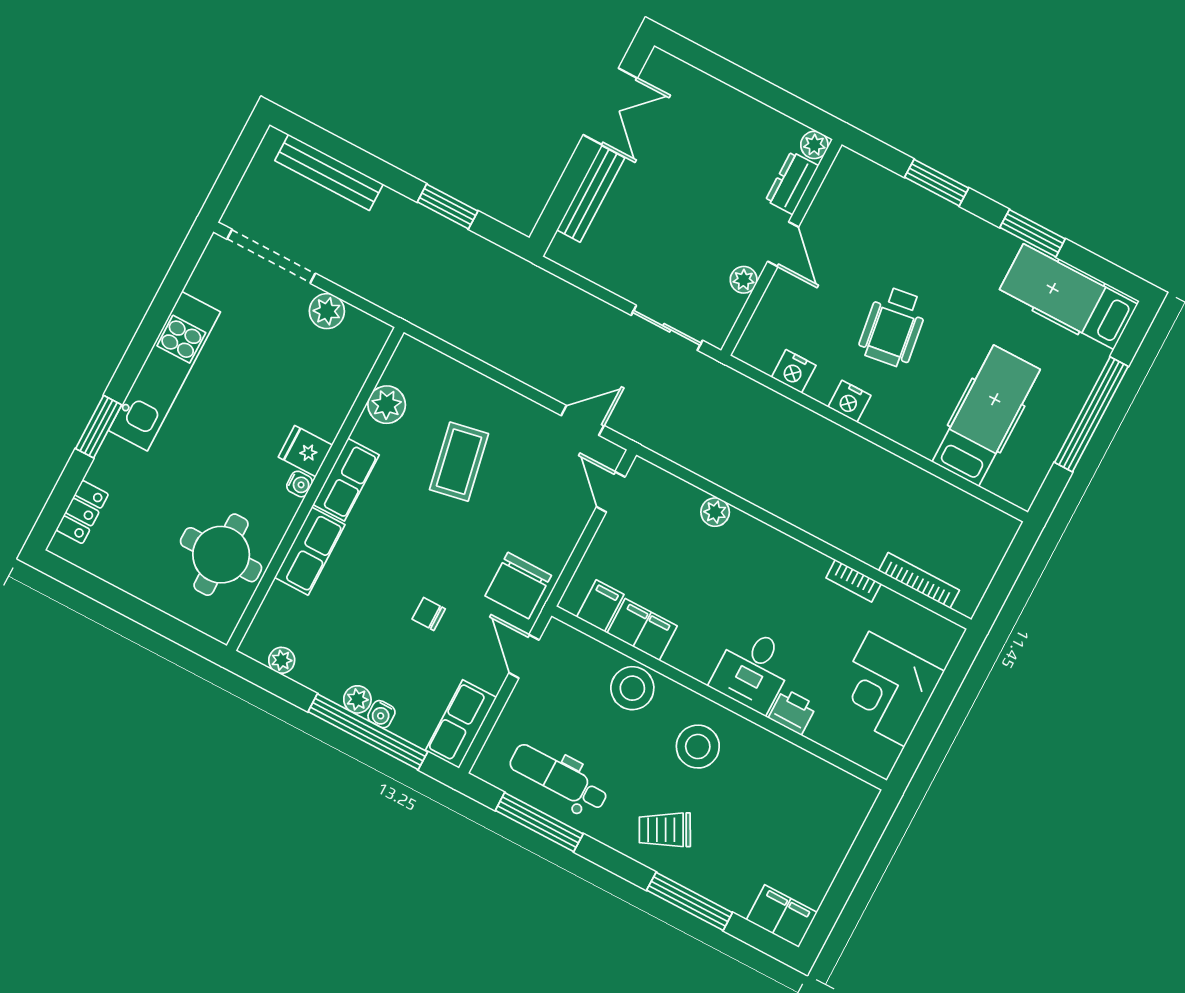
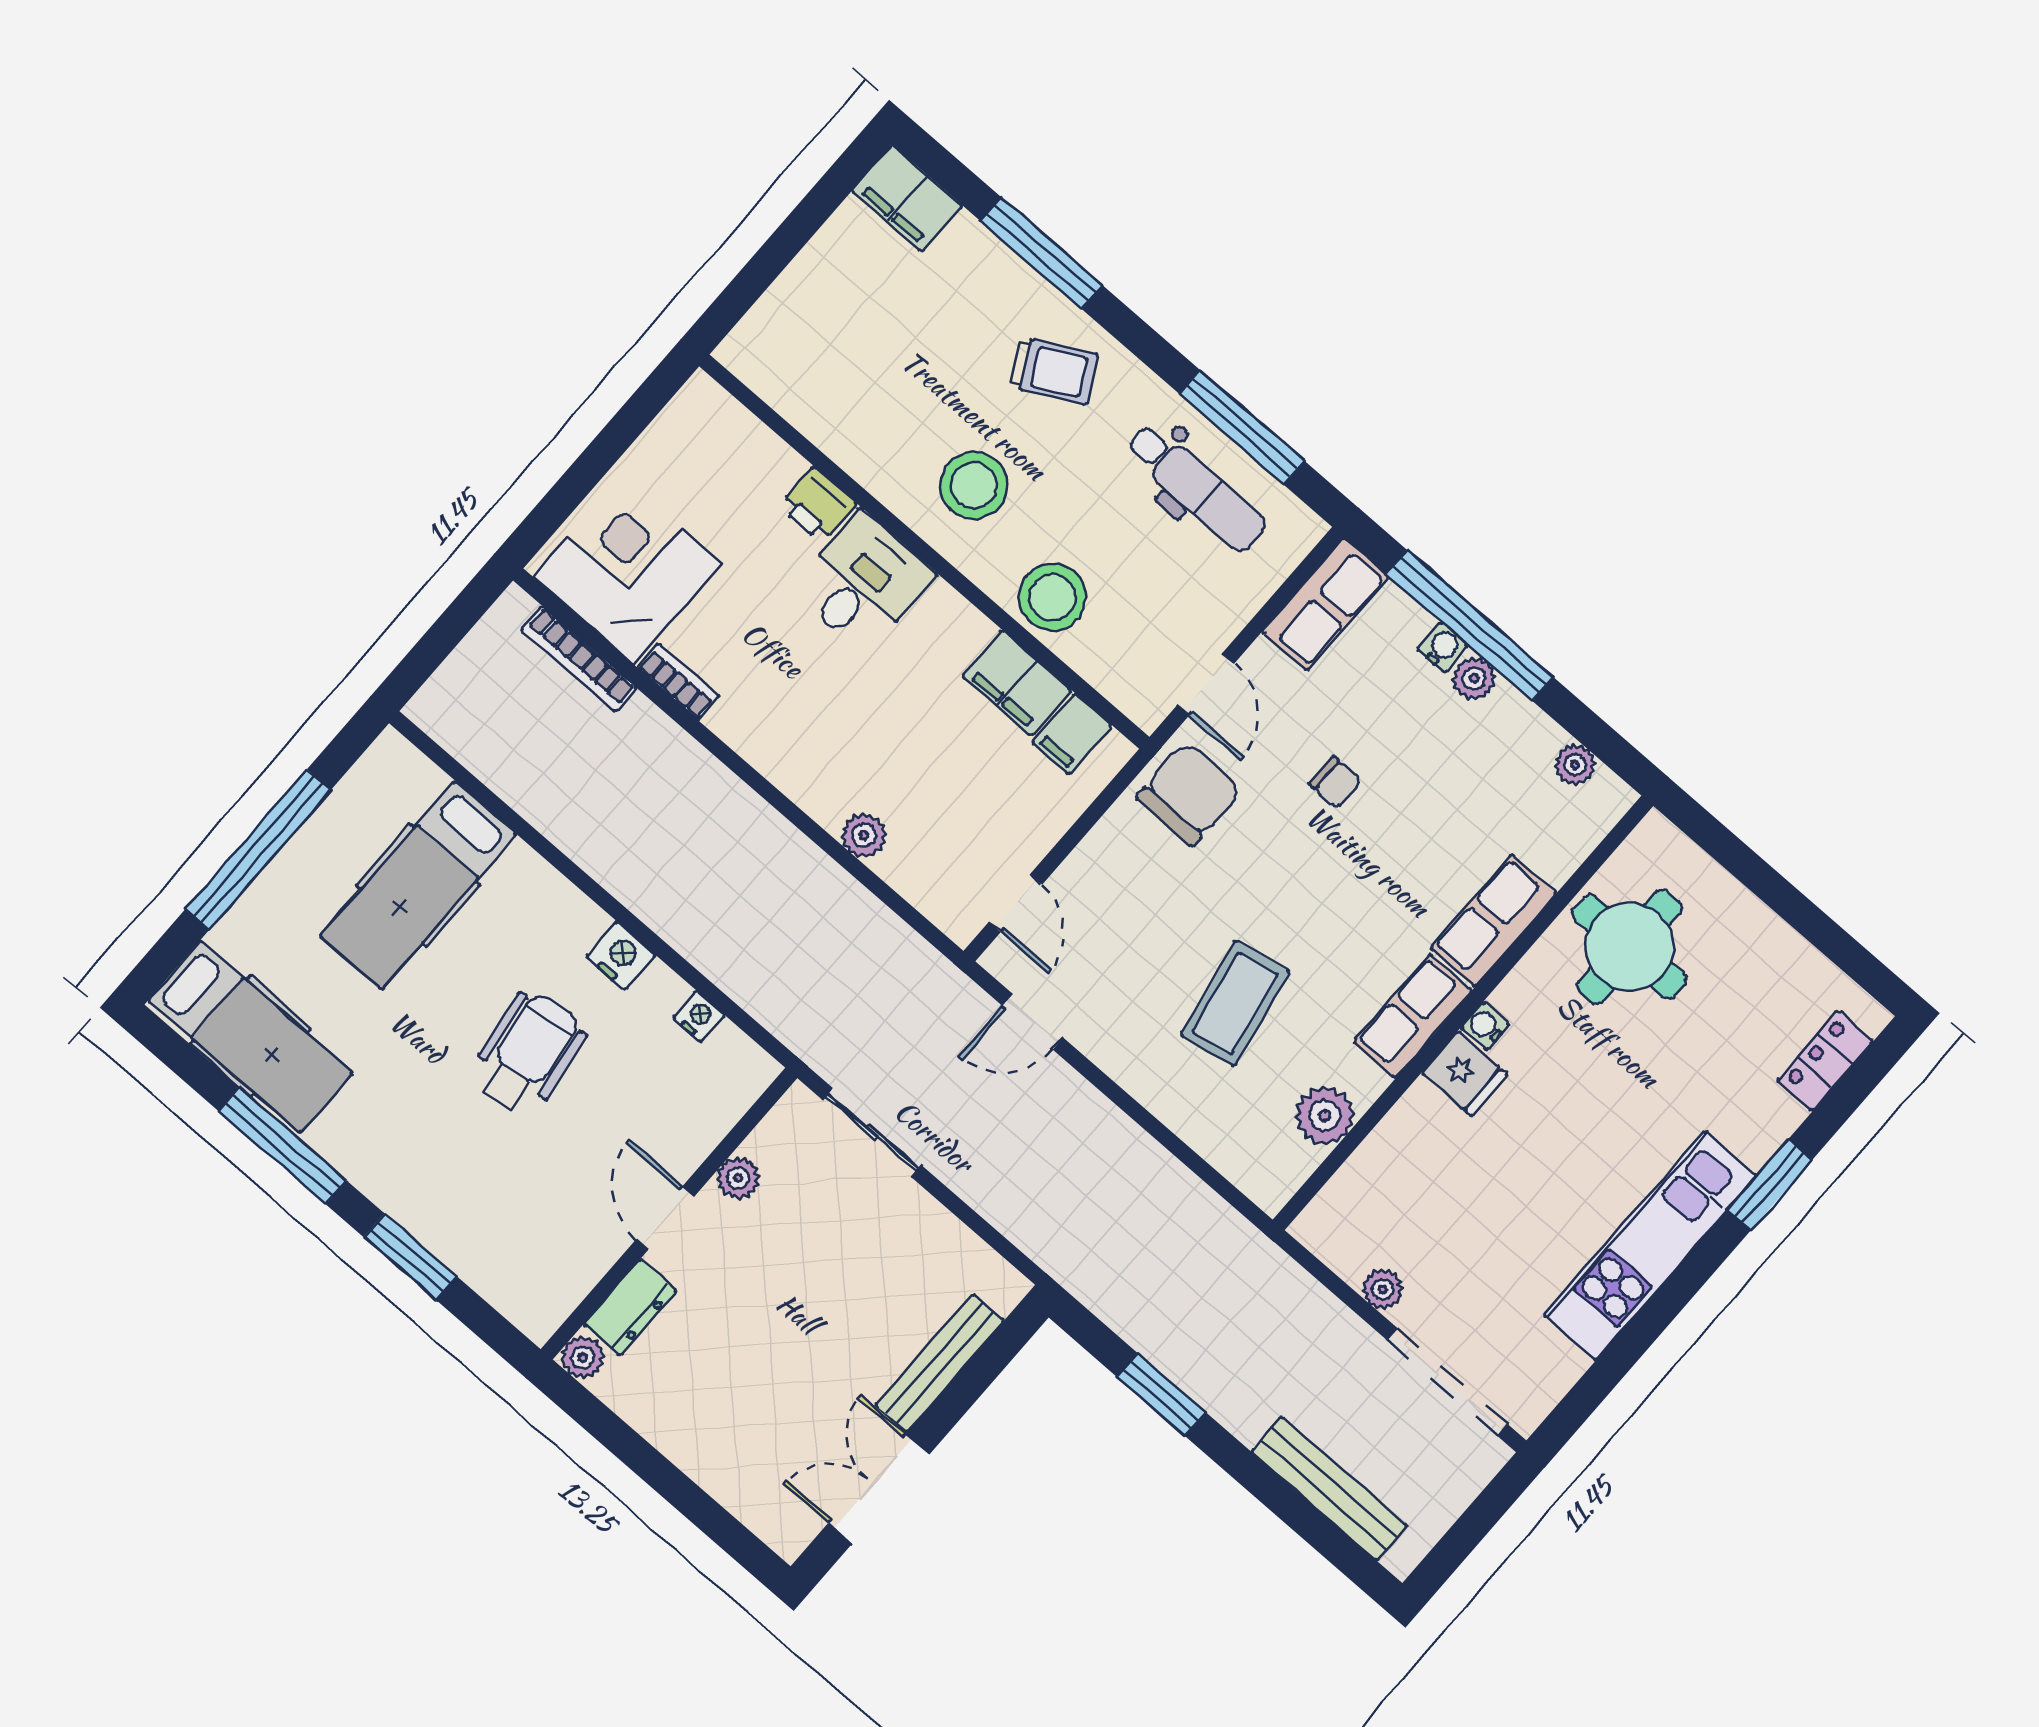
window: (1033, 233) -> (283, 1146), width x1.44
plant: (327, 311) -> (1383, 1289), width x0.73, depth x0.73
nightstand: (794, 371) -> (699, 1016), width x0.72, depth x0.74
corner desk: (887, 689) -> (627, 570), moved, turned -90

